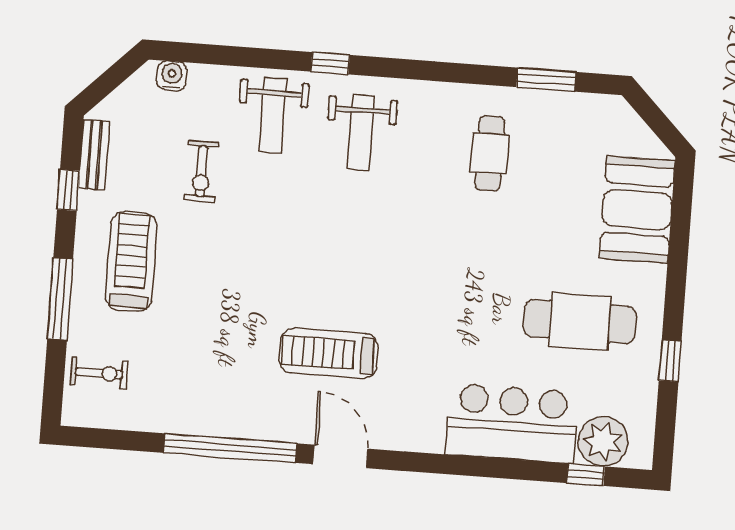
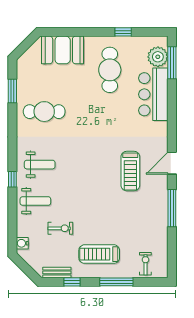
cafe table: (490, 153) -> (44, 112), width x1.37, depth x1.35
window: (230, 448) -> (172, 208), width x0.68
window: (586, 475) -> (172, 63), width x2.17

